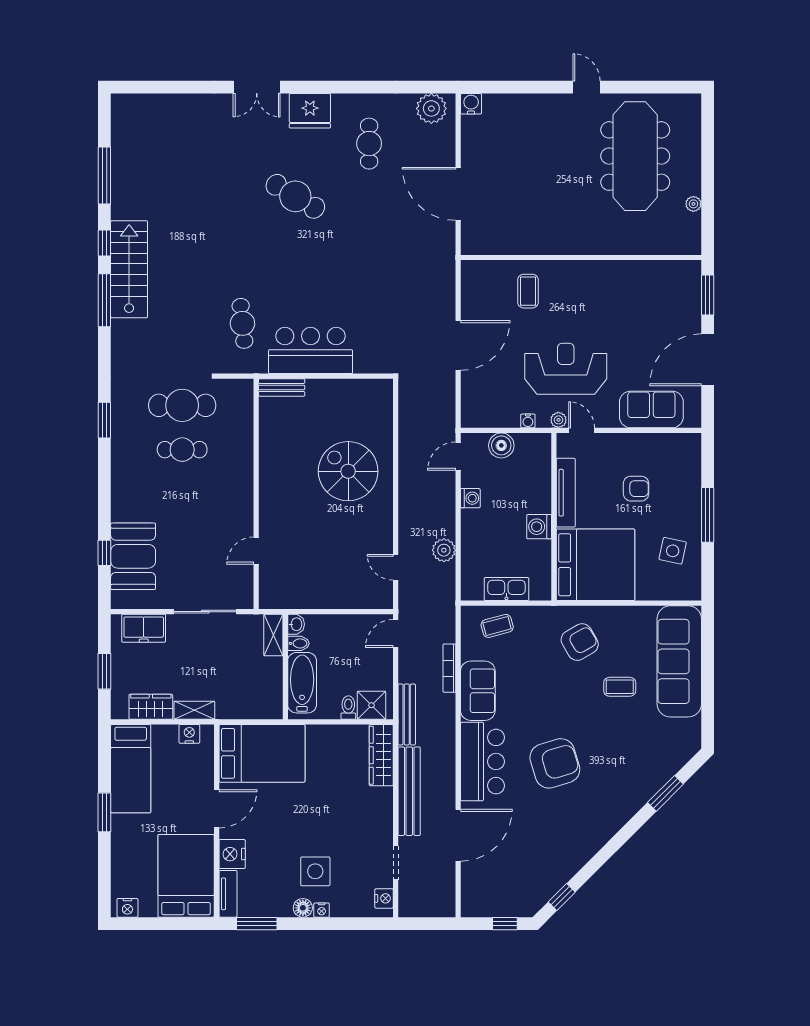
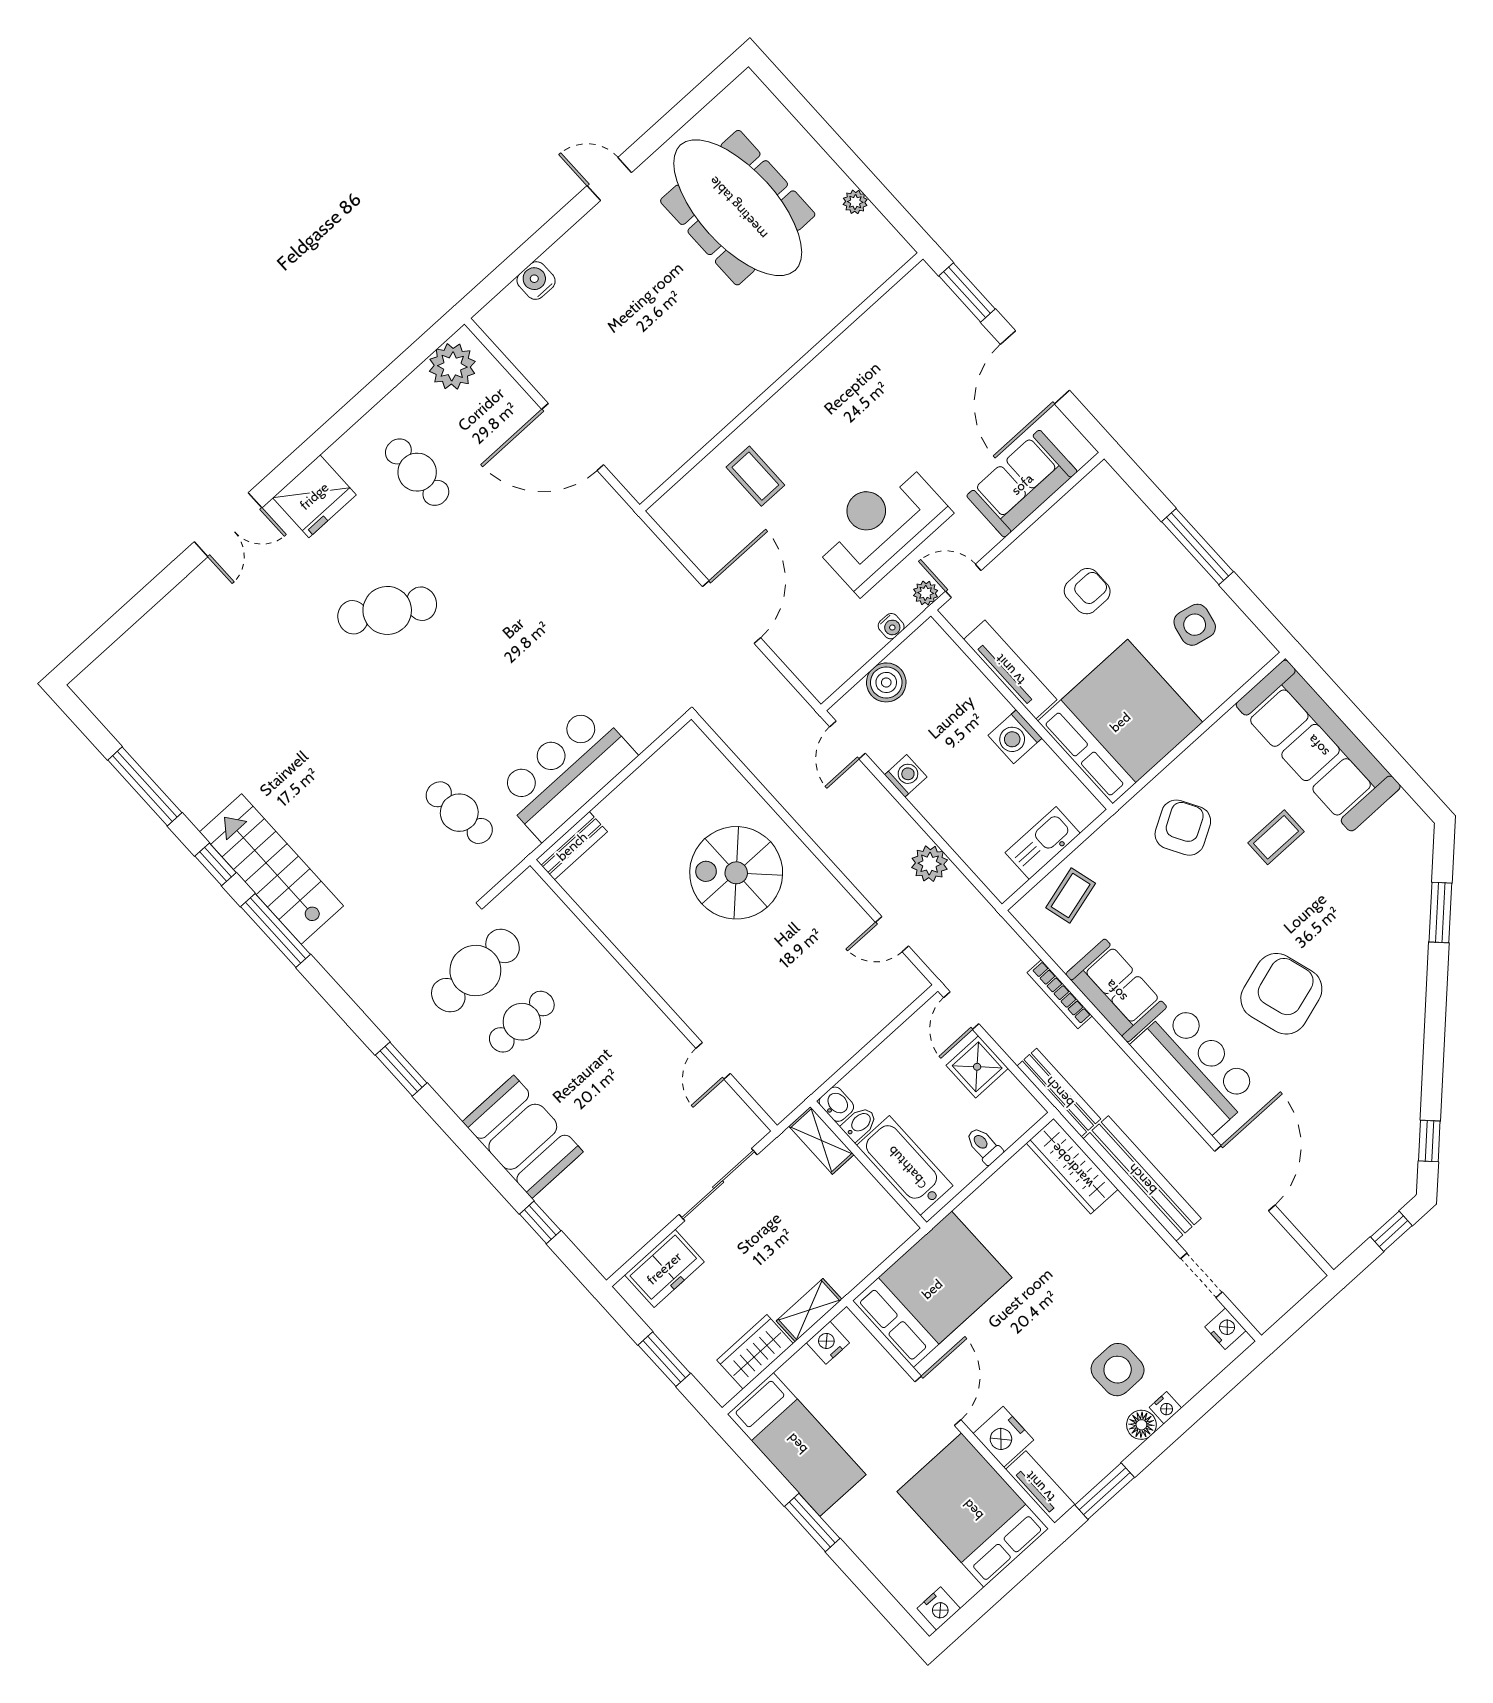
water cooler: (471, 104) -> (536, 281), moved
booth: (133, 556) -> (523, 1137), moved
shower: (371, 705) -> (977, 1067), moved

